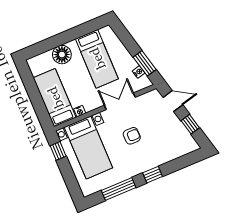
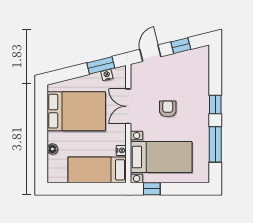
floor lamp: (62, 55) -> (52, 149), width x0.53, depth x0.53
bed: (97, 59) -> (76, 111), width x1.50

